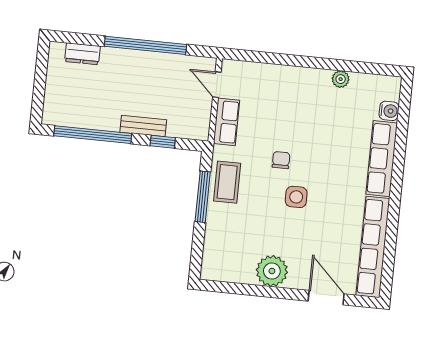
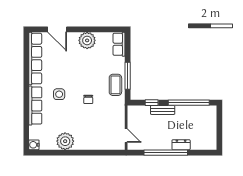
dresser: (82, 54) -> (181, 145), moved
plant: (341, 79) -> (65, 141), width x1.87, depth x1.87
water cooler: (389, 111) -> (34, 145), moved
row of seats: (227, 122) -> (119, 44), moved
side table: (296, 197) -> (59, 94), moved

